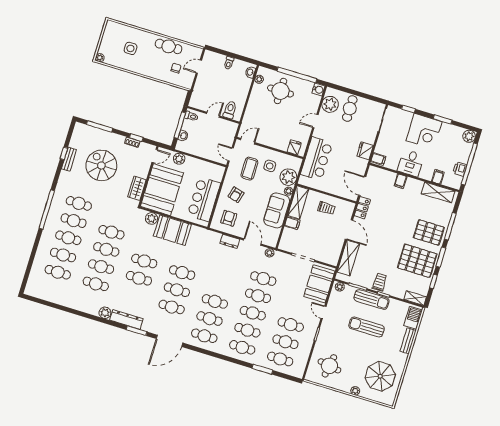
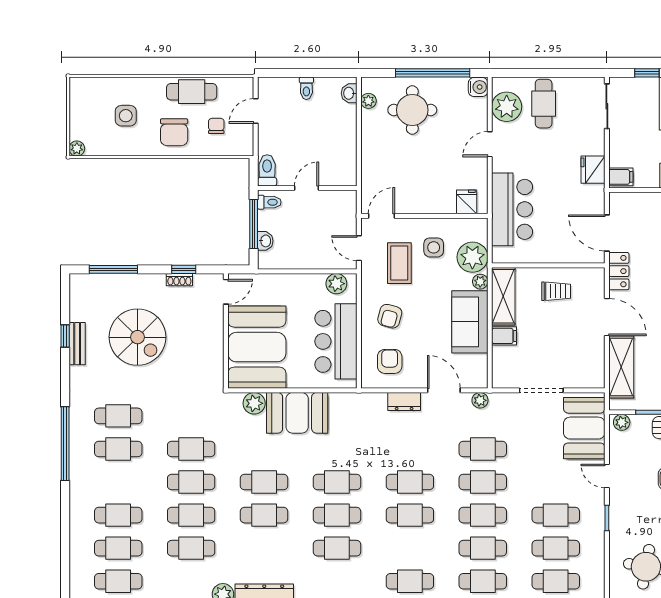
chair: (153, 65) -> (174, 132), added
toilet: (230, 110) -> (267, 170), moved
plant: (179, 159) -> (336, 284), moved
spiral stairs: (101, 165) -> (138, 337), turned 180
wardrobe: (137, 188) -> (212, 358), removed
cafe table: (68, 238) -> (118, 581), moved
cafe table: (210, 319) -> (410, 482), moved

